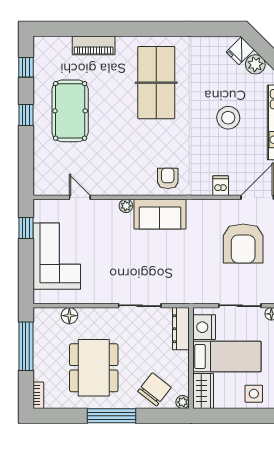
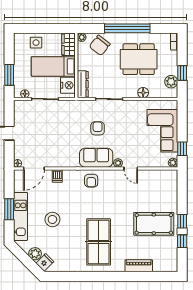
window: (26, 67) -> (182, 241), moved
pool table: (70, 111) -> (154, 224), turned 90
door: (80, 197) -> (131, 168), moved
plant: (40, 206) -> (173, 163), added
armchair: (243, 243) -> (98, 128), moved, width x0.53, depth x0.53
floor lamp: (69, 316) -> (143, 93), moved
plant: (43, 333) -> (171, 82), added
window: (26, 346) -> (182, 73), width x0.46
dining table: (94, 368) -> (139, 59), turned 90
window: (111, 416) -> (127, 28), width x1.46

